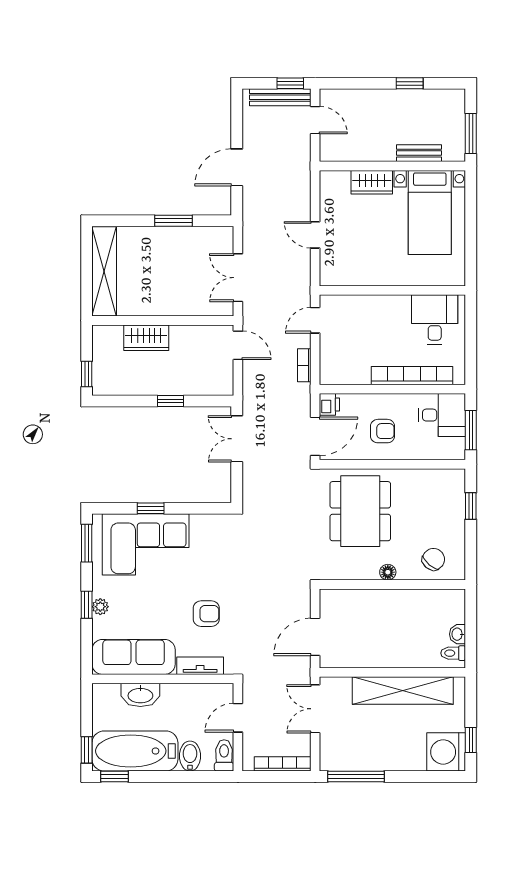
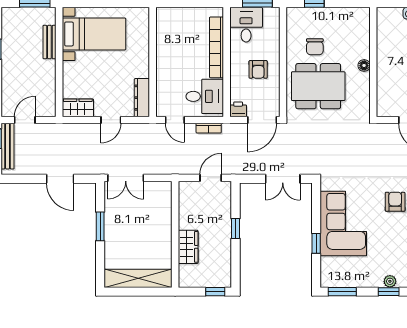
wardrobe: (372, 182) -> (78, 108), moved, turned -90
dresser: (345, 276) -> (142, 98), added
double door: (238, 278) -> (126, 178), moved
desk: (435, 320) -> (205, 96), moved, turned 180
door: (238, 345) -> (211, 178), moved
armchair: (383, 431) -> (258, 69), turned 180
door: (315, 436) -> (262, 120), swing flipped
double door: (237, 439) -> (283, 179), moved
corner sofa: (146, 544) -> (343, 224), moved
chair: (433, 559) -> (315, 47), moved, turned -130

